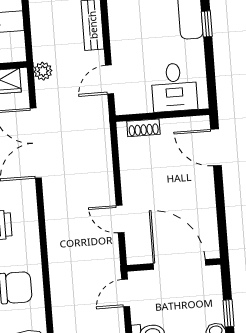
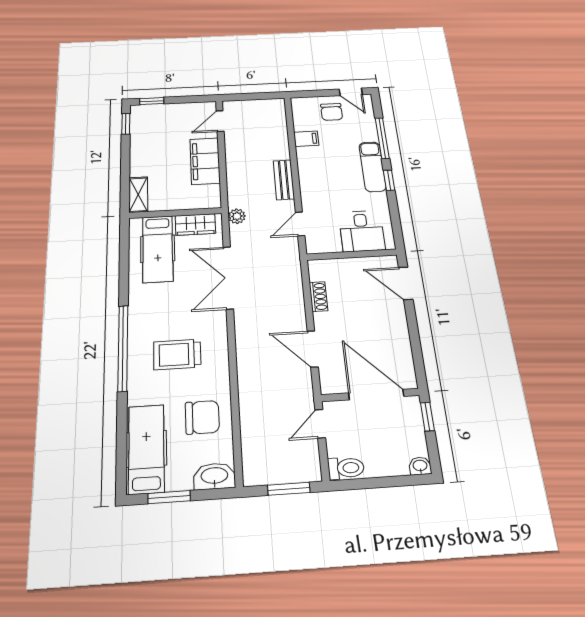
shoe rack: (143, 128) -> (318, 296), moved, turned -90
door: (120, 219) -> (313, 349), width x1.38
window: (229, 313) -> (427, 417), moved

